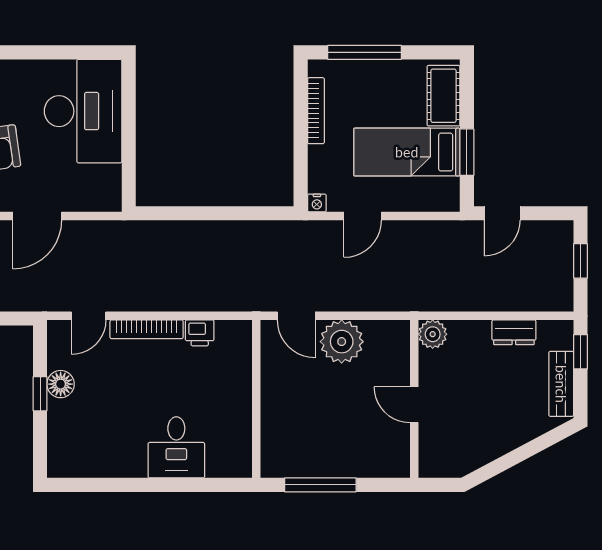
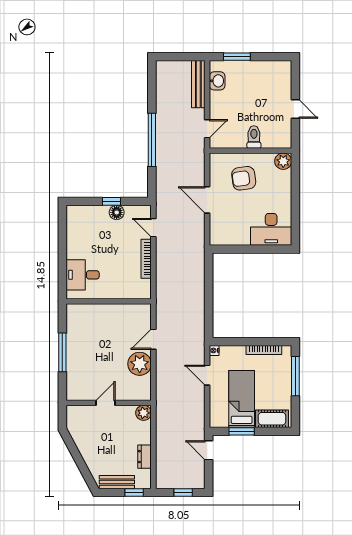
desk: (83, 111) -> (271, 229), width x0.73, depth x0.77
printer: (200, 333) -> (144, 287), removed
wall: (256, 399) -> (109, 301), moved

